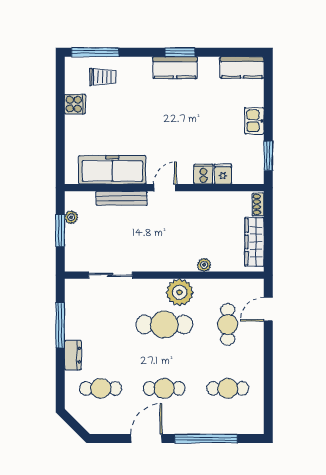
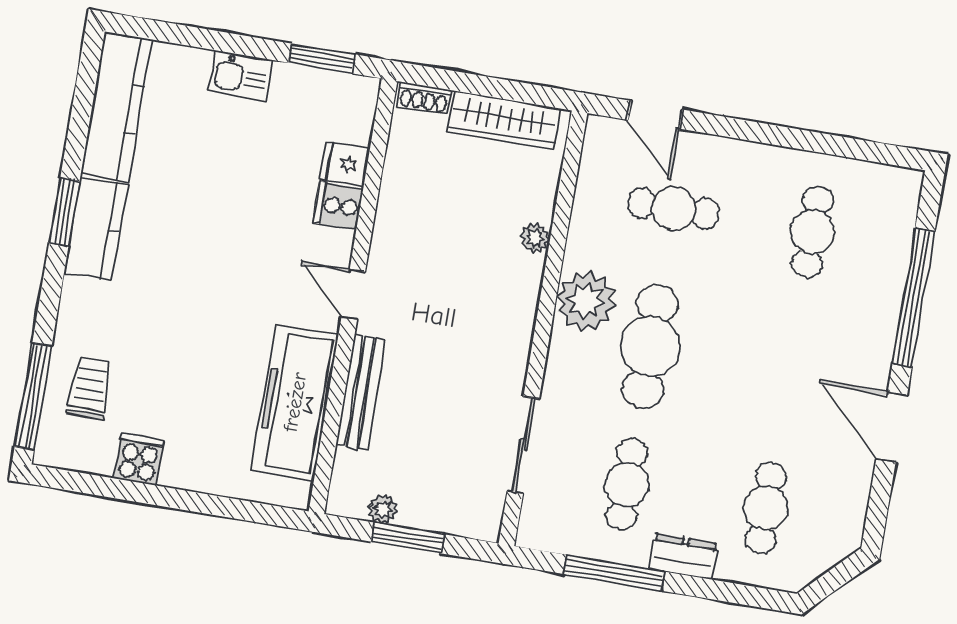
kitchen counter: (242, 67) -> (116, 107), width x1.50
cafe table: (164, 388) -> (627, 484), moved

